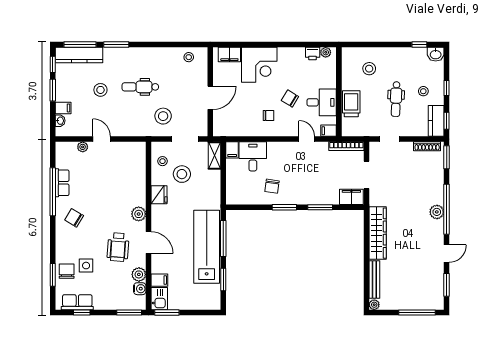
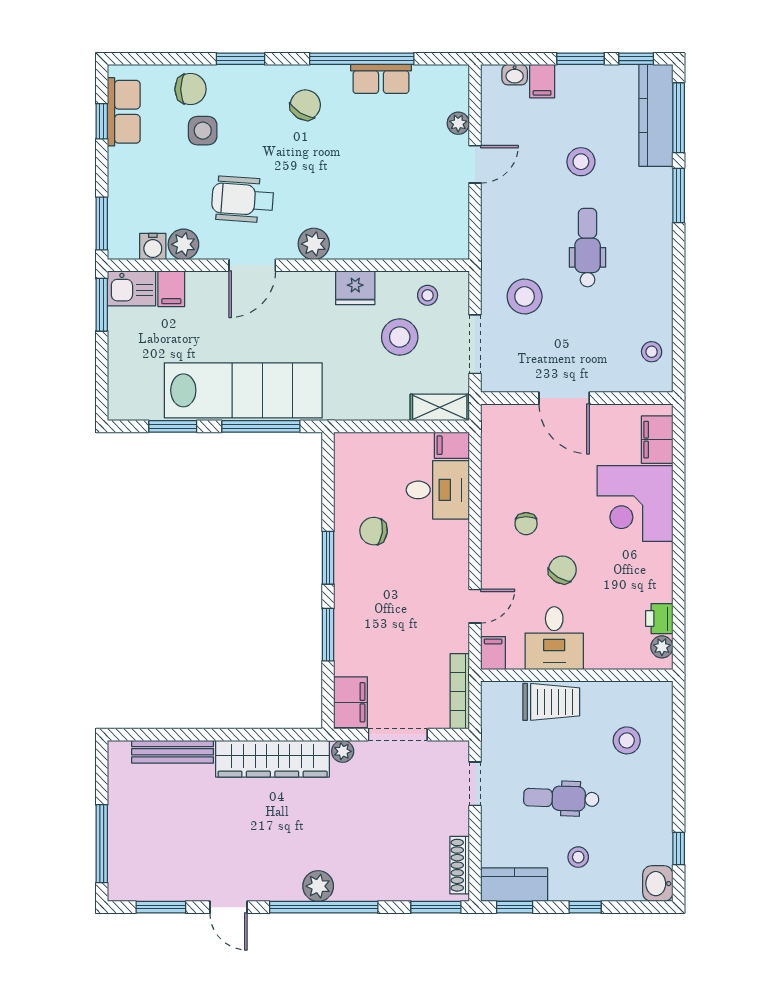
window: (53, 275) -> (240, 59), moved
plant: (374, 305) -> (343, 751), moved

